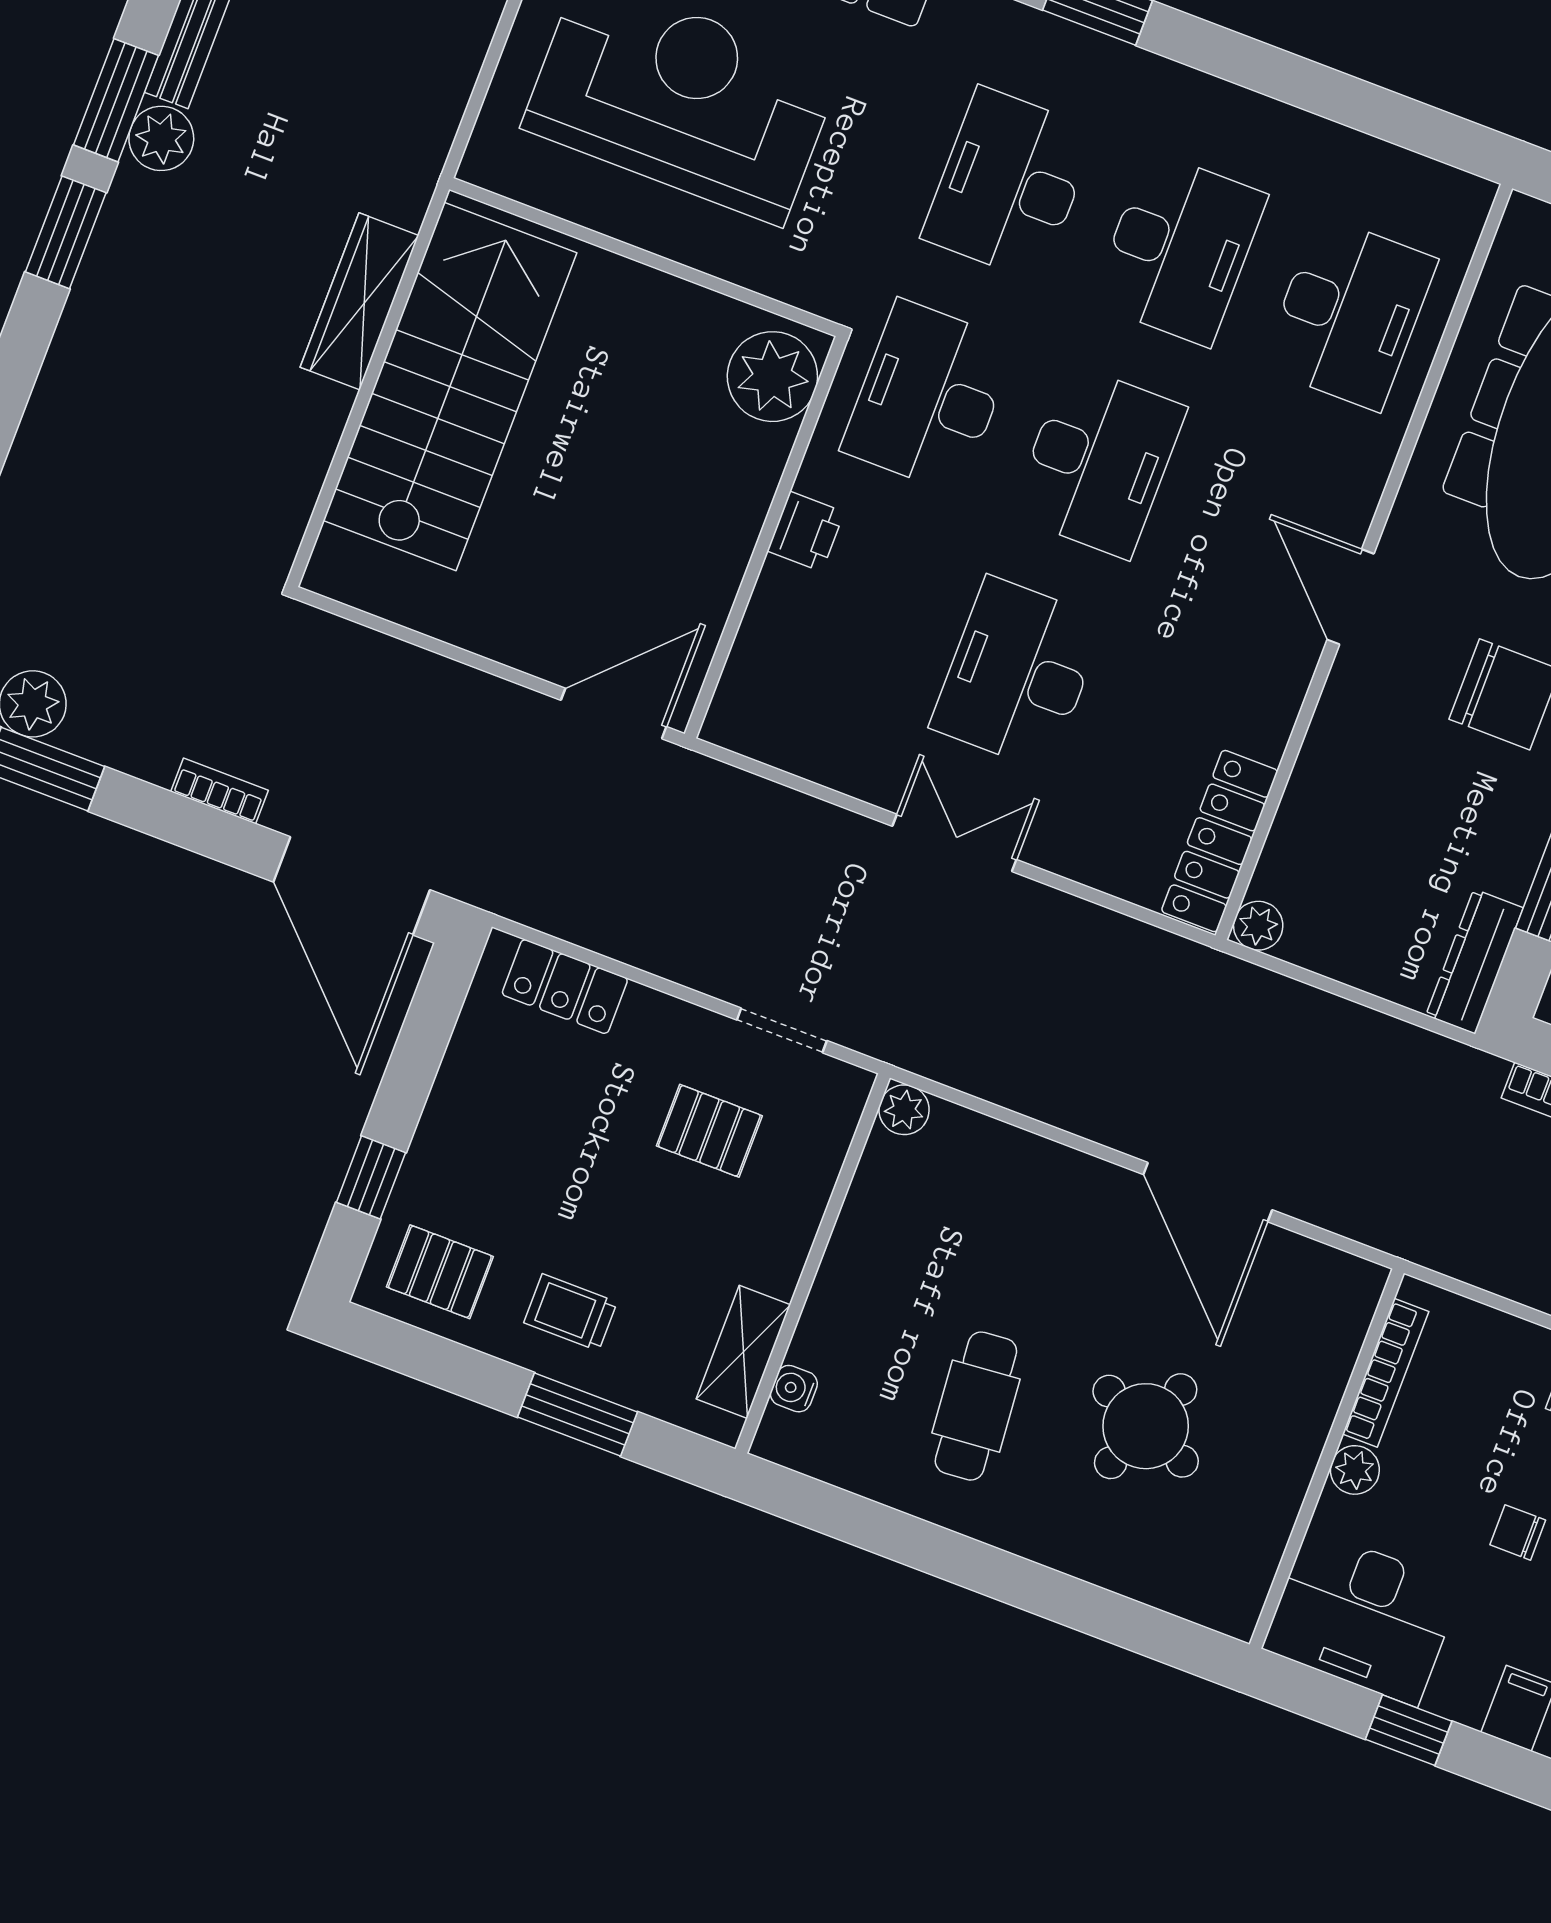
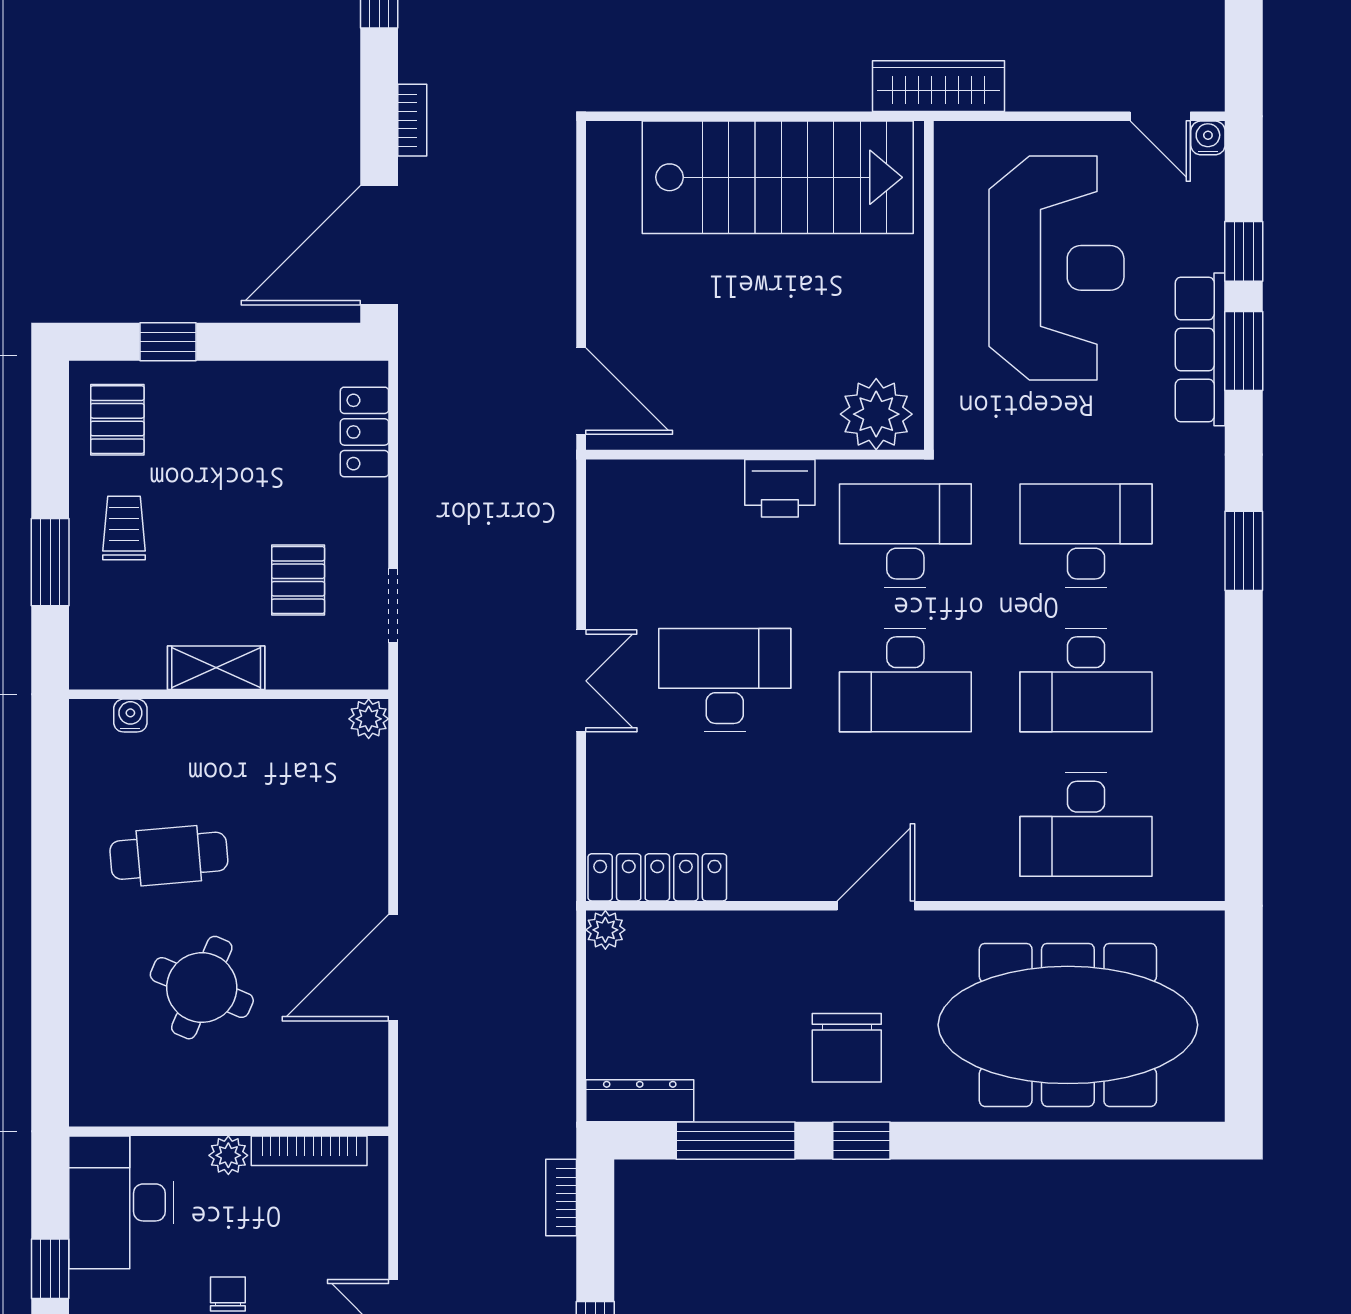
wardrobe: (360, 301) -> (939, 86), moved
printer: (806, 531) -> (780, 488), width x1.36, depth x1.24
shelving: (743, 1352) -> (216, 668), moved

